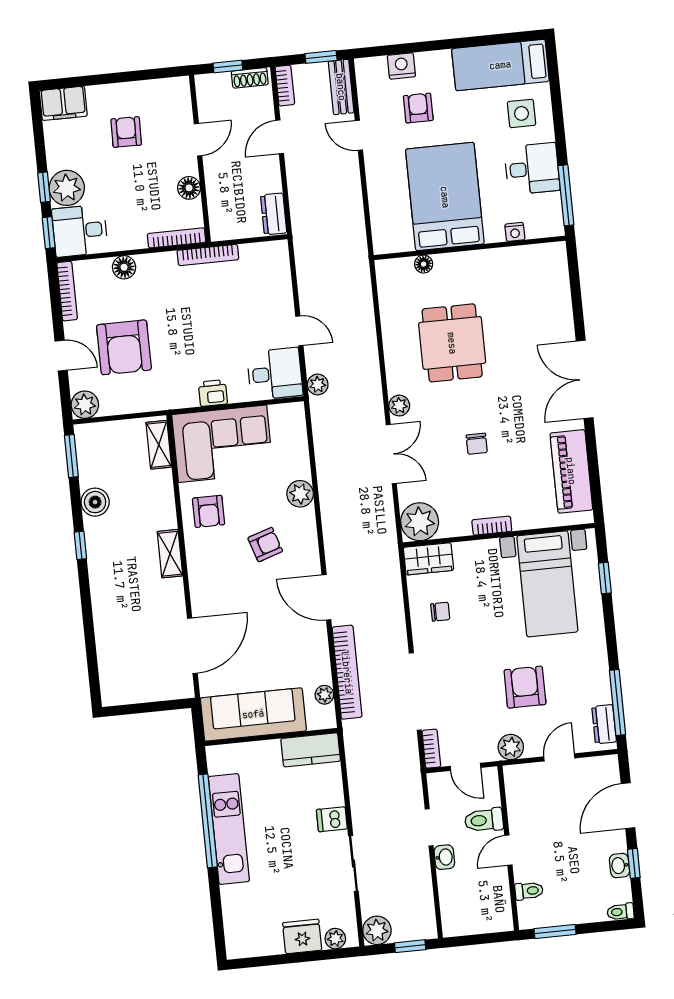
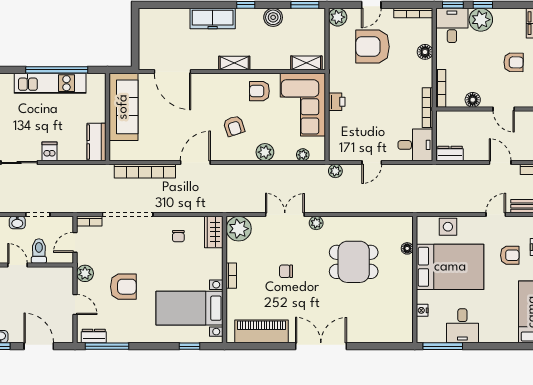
side table: (521, 113) -> (448, 227), moved
desk: (275, 374) -> (415, 145), moved, turned -90
double door: (391, 454) -> (285, 215), swing flipped
freezer: (106, 593) -> (213, 19), added
plant: (324, 695) -> (303, 155), moved

